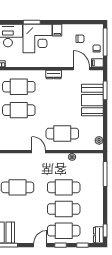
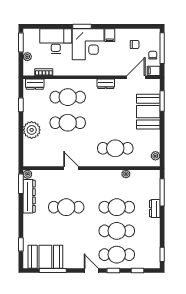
door: (81, 69) -> (136, 77), hinge flipped
door: (39, 152) -> (71, 168), moved
dresser: (98, 235) -> (155, 209), moved
door: (40, 245) -> (91, 270), hinge flipped

